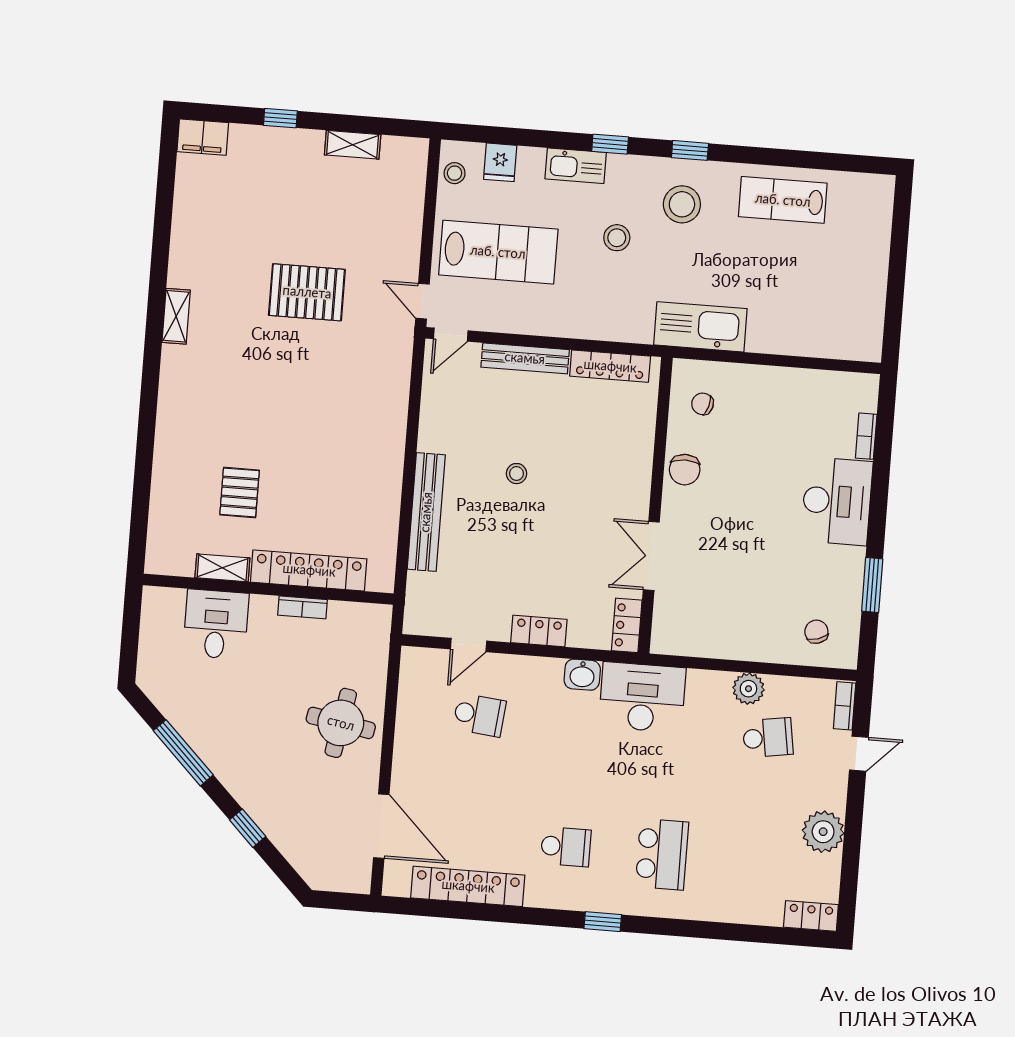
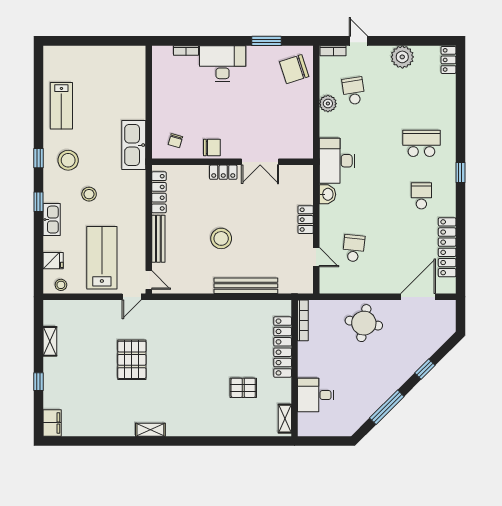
stool: (517, 474) -> (221, 238), width x1.89, depth x1.89
shelving: (222, 568) -> (285, 419), moved
bookcase: (302, 607) -> (303, 320), moved, width x1.56
locker: (627, 625) -> (223, 172), moved
chair: (816, 632) -> (294, 69), width x1.87, depth x1.87

